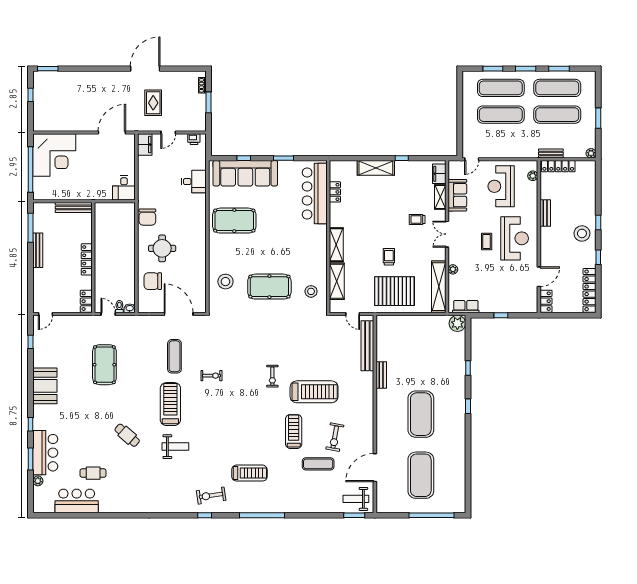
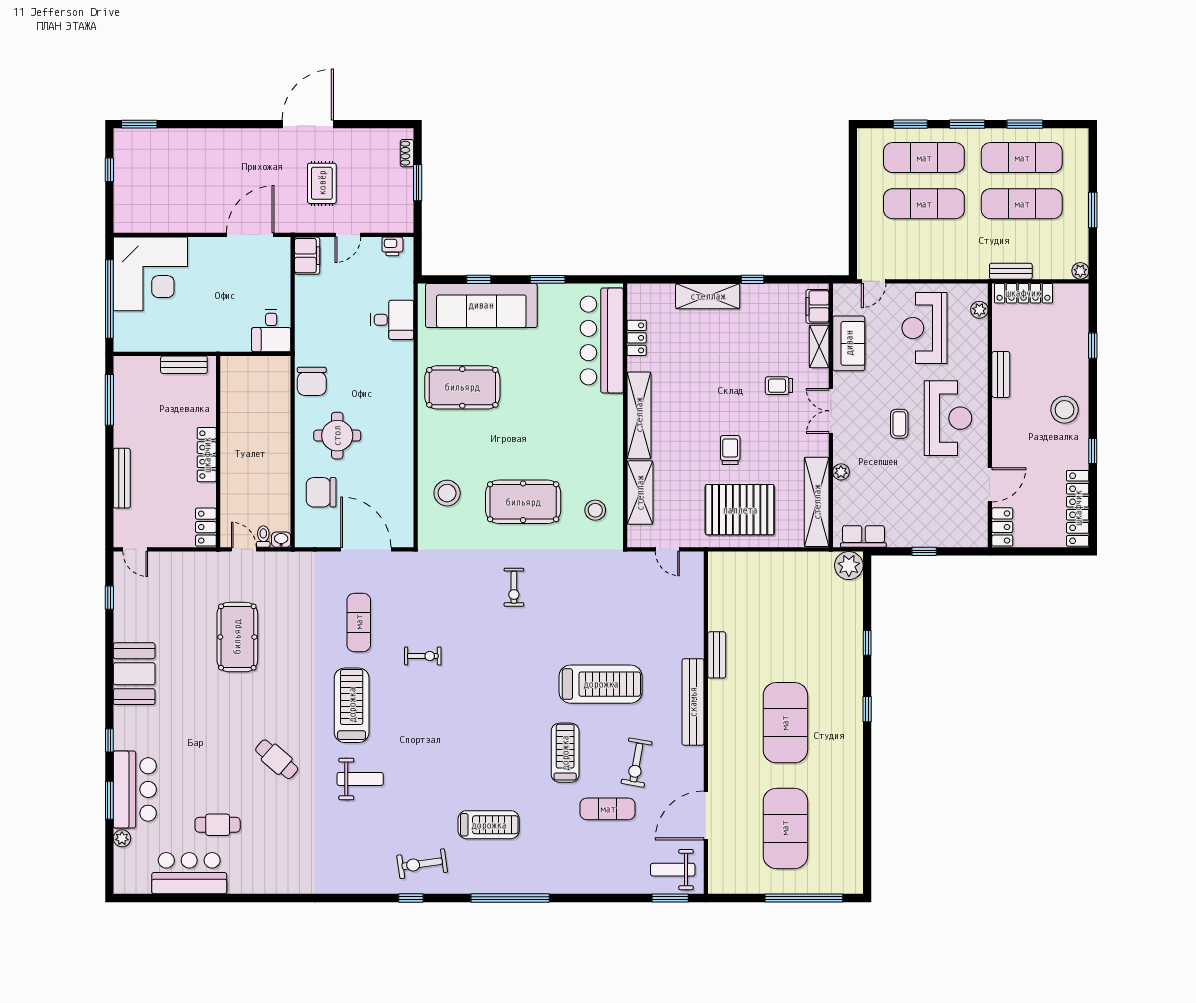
bench: (74, 207) -> (184, 365), width x0.73
window: (598, 223) -> (1093, 346), moved
shelving: (336, 245) -> (639, 415), width x1.47
bench: (38, 250) -> (122, 478), moved
door: (45, 314) -> (135, 549), hinge flipped
bench: (367, 346) -> (693, 702), moved
exercise bike: (272, 376) -> (514, 587), moved

